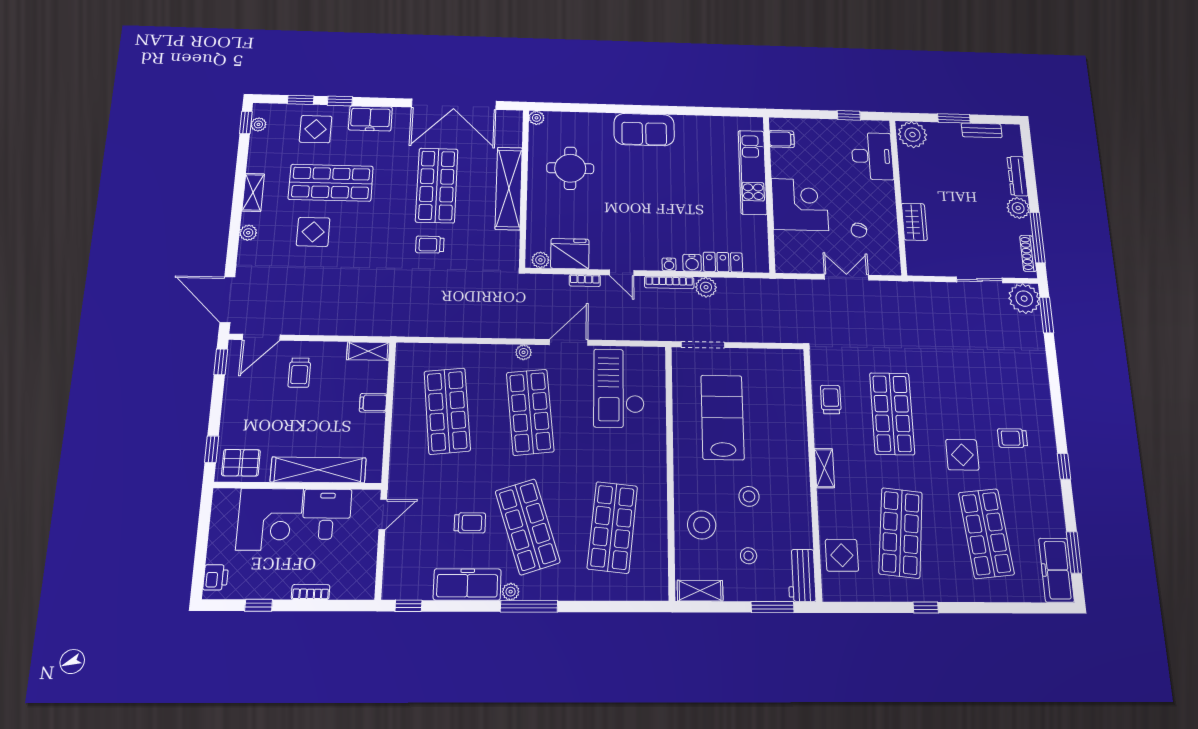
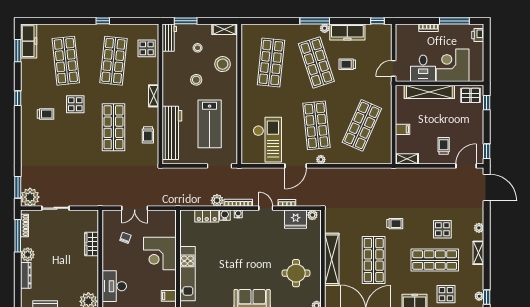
trolley: (430, 245) -> (395, 224), moved
workbench: (789, 402) -> (172, 133), added
shop shelf: (447, 411) -> (362, 125), turned 30
window: (259, 605) -> (454, 21), width x2.17

